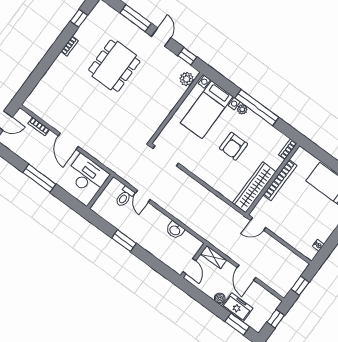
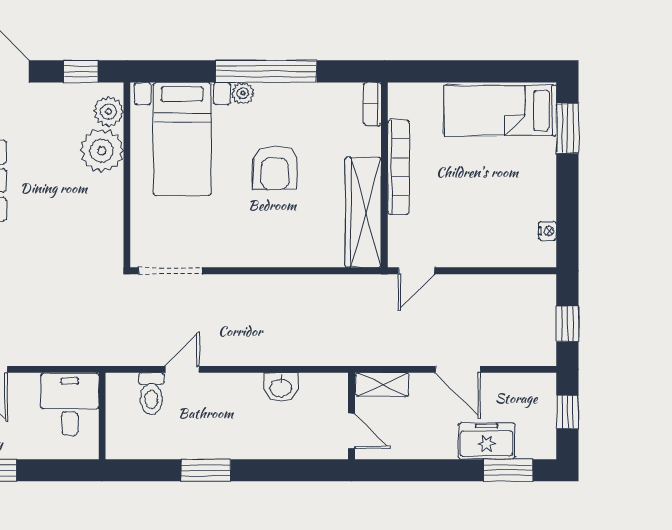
plant: (173, 92) -> (102, 151), added
desk: (87, 175) -> (70, 404), width x0.73
door: (143, 196) -> (182, 369), swing flipped
boiler: (220, 298) -> (445, 448), removed

